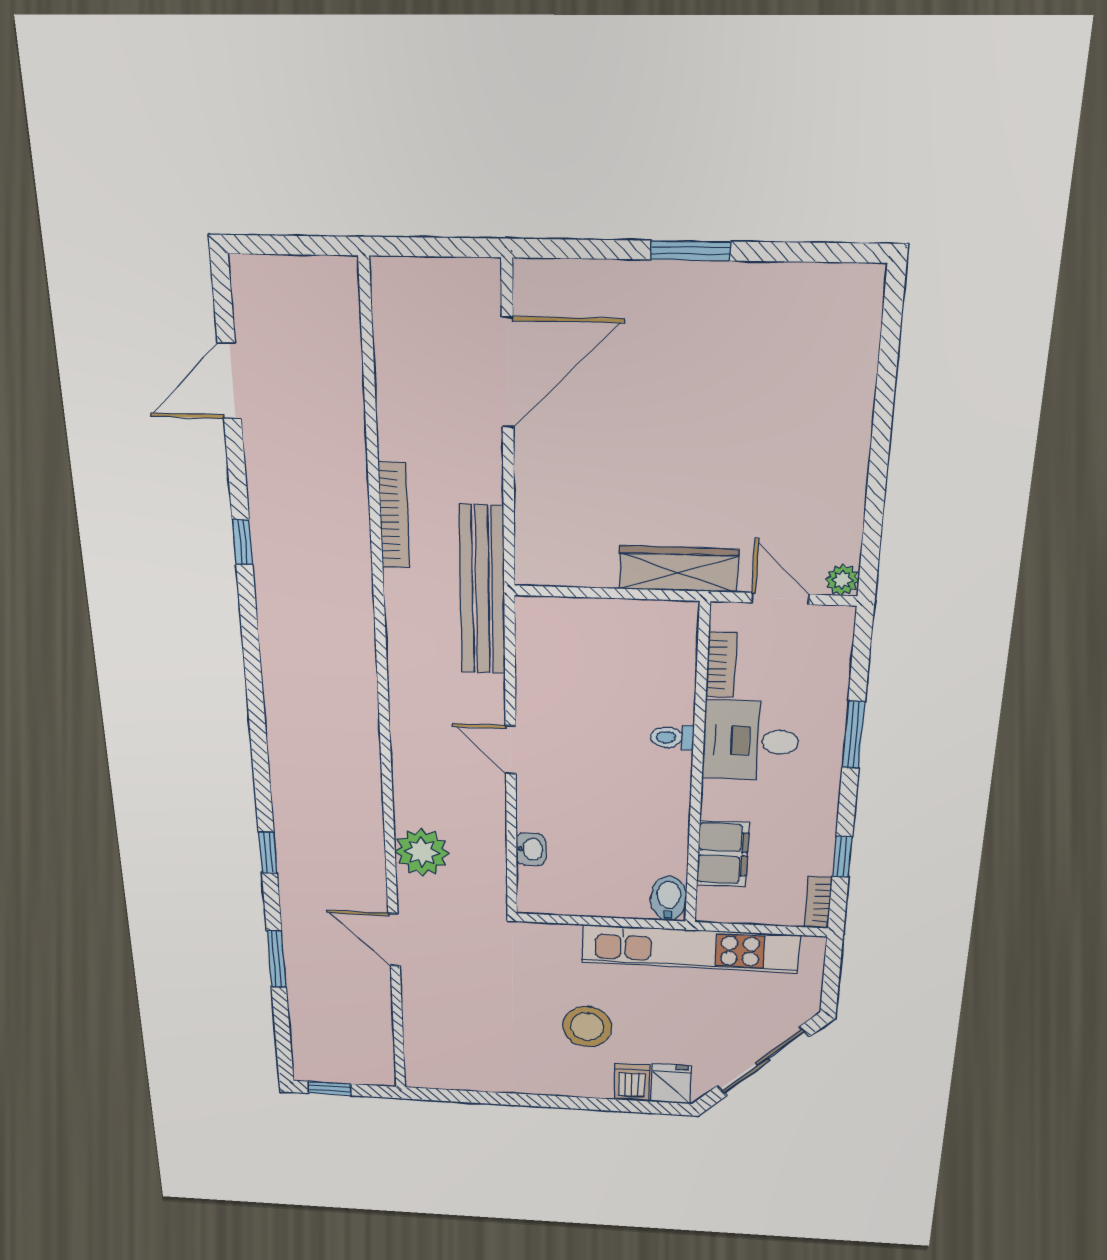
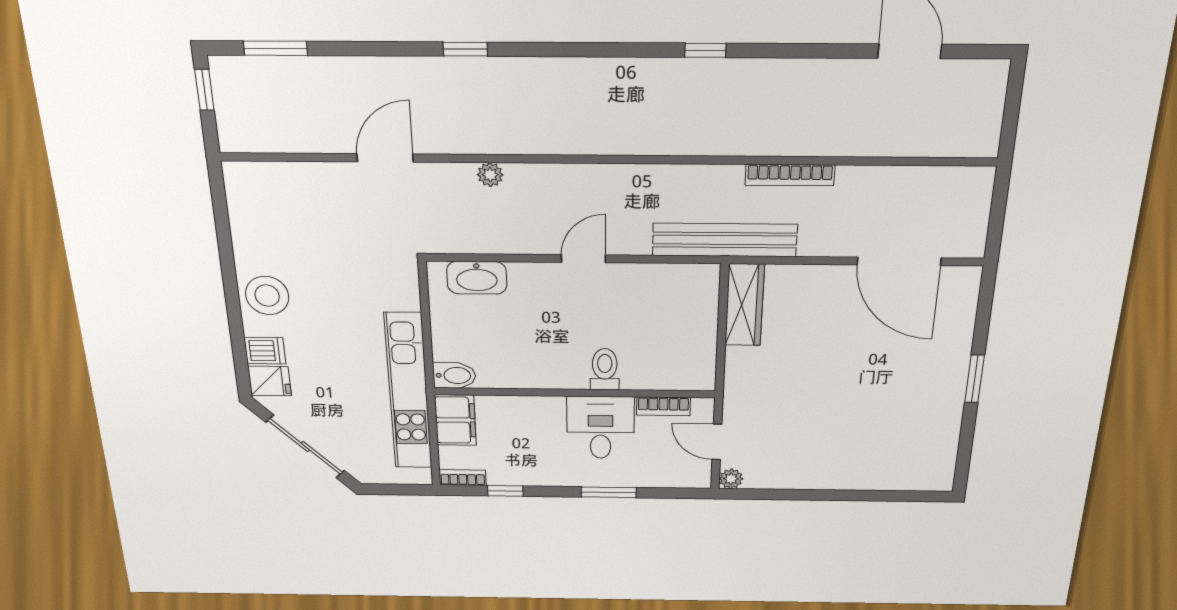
window: (242, 542) -> (705, 50), moved
wardrobe: (679, 569) -> (744, 305), moved
door: (780, 599) -> (717, 442), swing flipped
toilet: (672, 737) -> (605, 369), width x1.37, depth x1.39
washbasin: (531, 849) -> (477, 278), width x1.91, depth x1.45
plant: (422, 852) -> (490, 175), width x0.53, depth x0.53
filing cabinet: (723, 853) -> (455, 420), moved, turned -90
window: (277, 959) -> (275, 48), moved
stool: (587, 1027) -> (267, 296), moved

